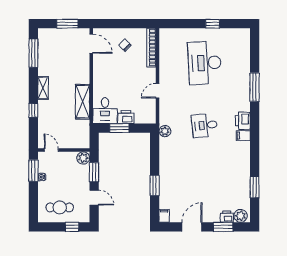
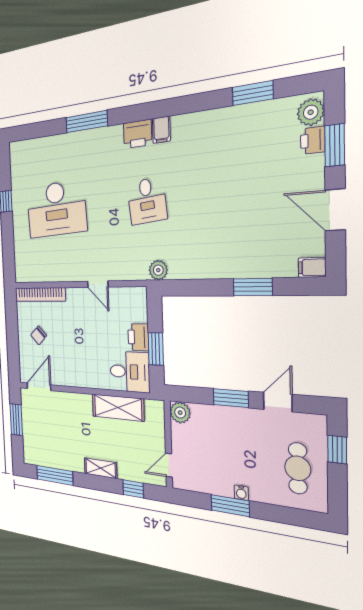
door: (51, 150) -> (169, 465), moved
wall: (64, 150) -> (168, 444), moved
plant: (83, 158) -> (180, 413), moved

